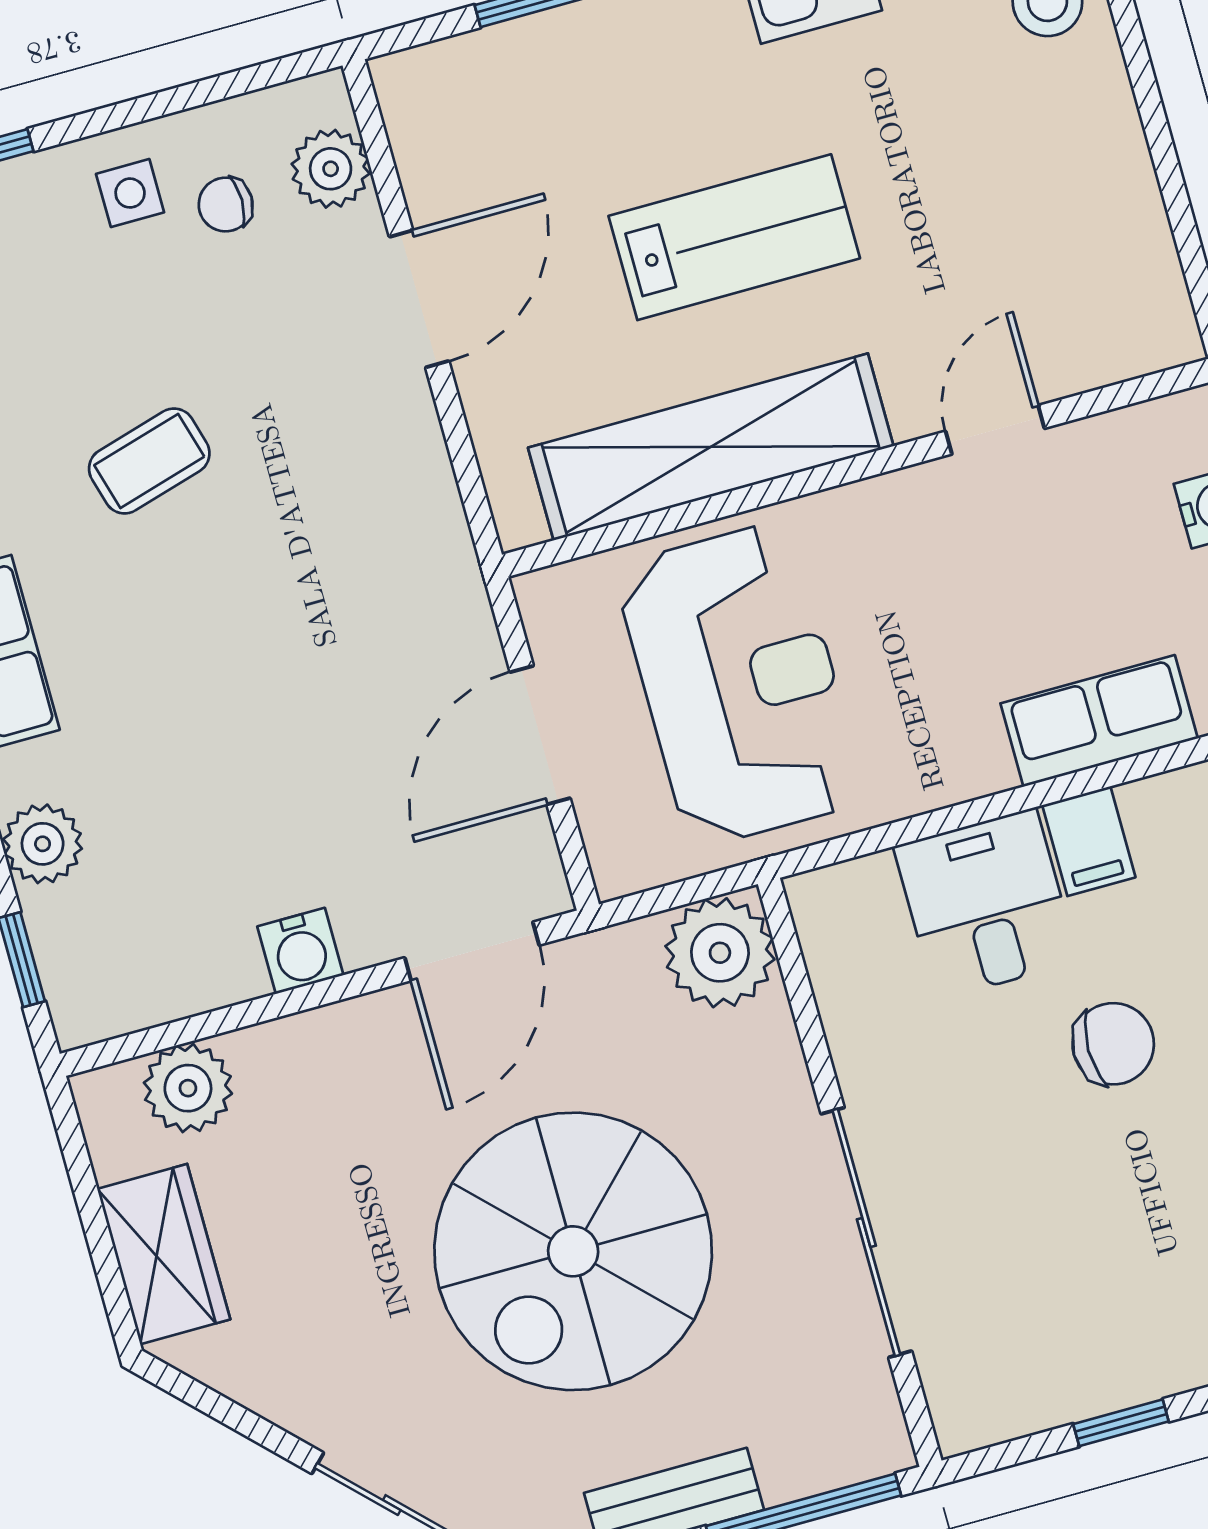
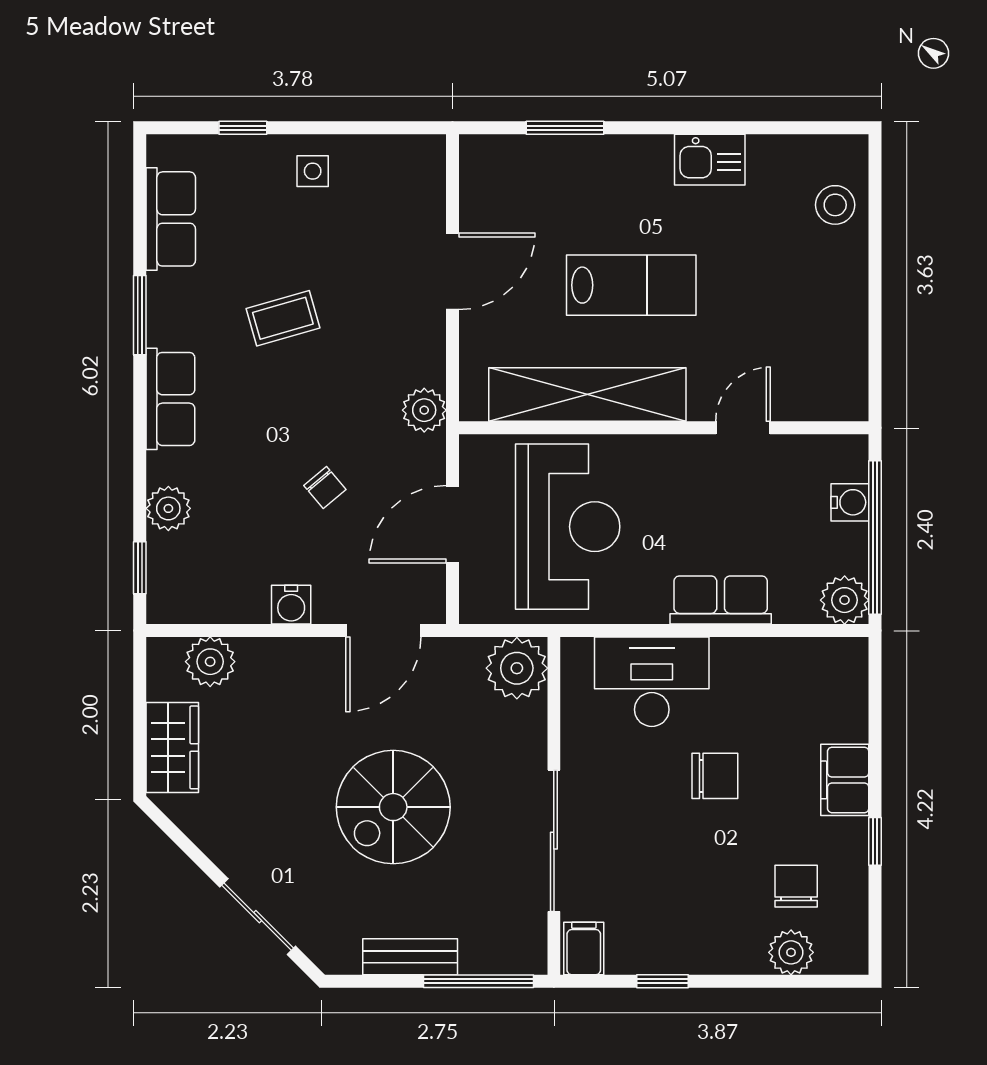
plant: (331, 169) -> (424, 410), moved
chair: (226, 205) -> (325, 488), moved, turned -130
row of seats: (1099, 721) -> (721, 600), moved
filing cabinet: (1089, 841) -> (584, 948), moved, turned 180
desk: (986, 904) -> (652, 682), width x1.37
spiral stairs: (573, 1251) -> (393, 807), width x0.73, depth x0.73

